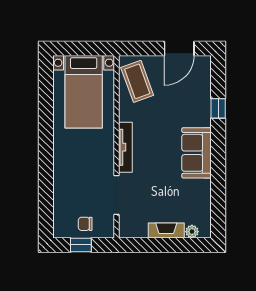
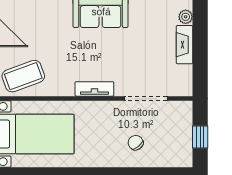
tv unit: (125, 147) -> (94, 89), width x0.71
chair: (85, 224) -> (136, 143), moved, turned 141

